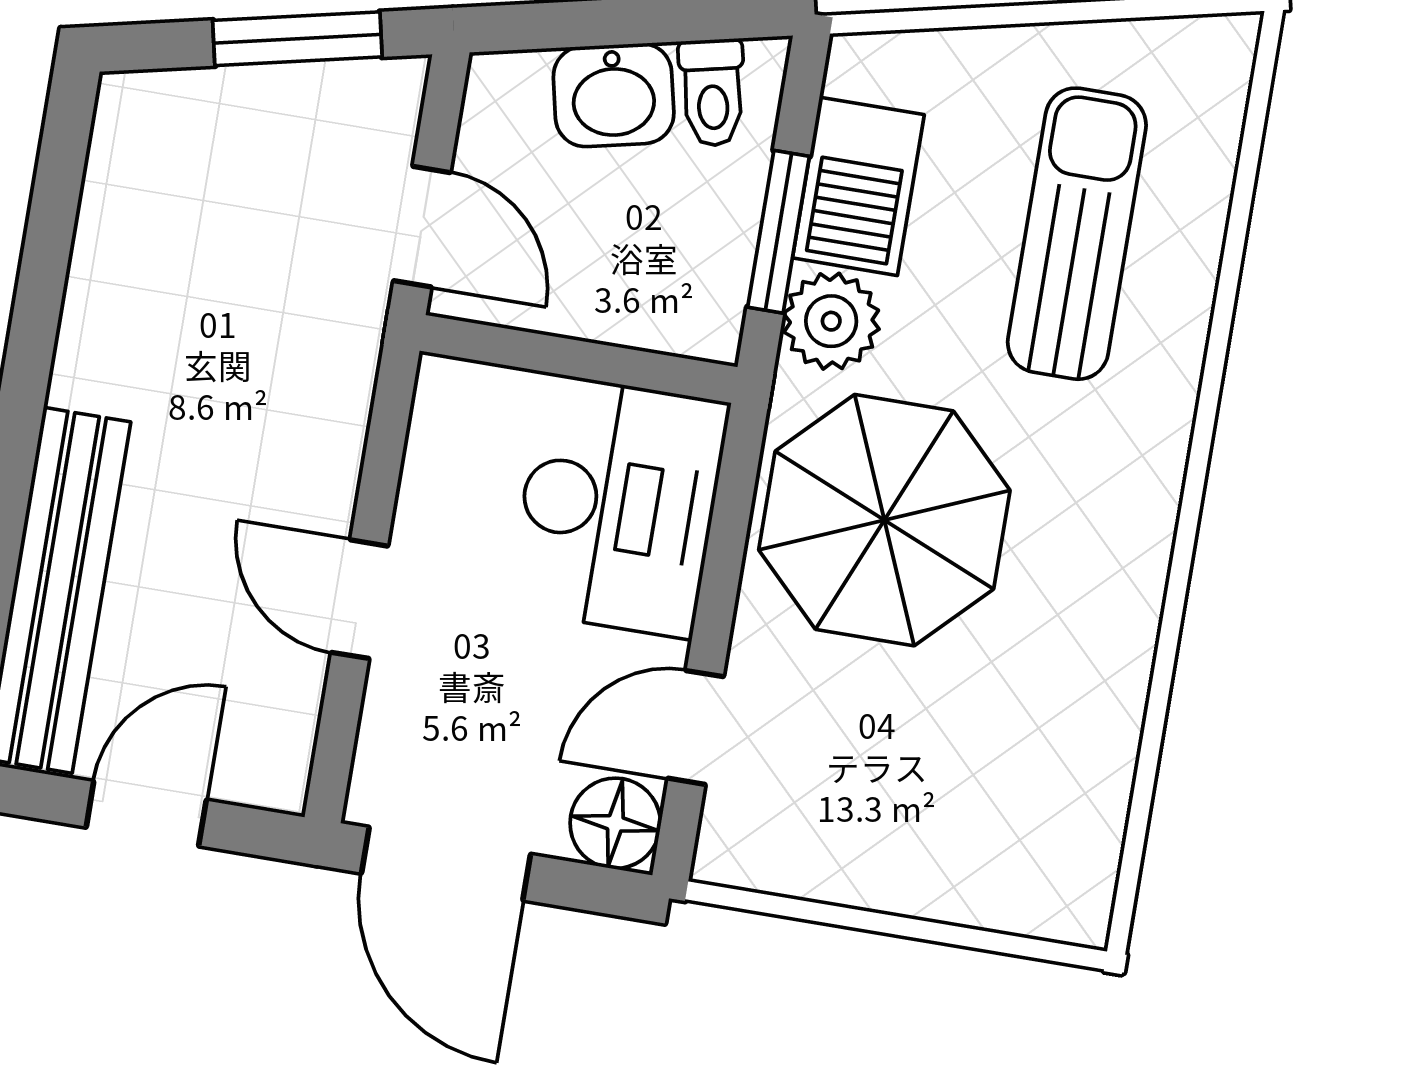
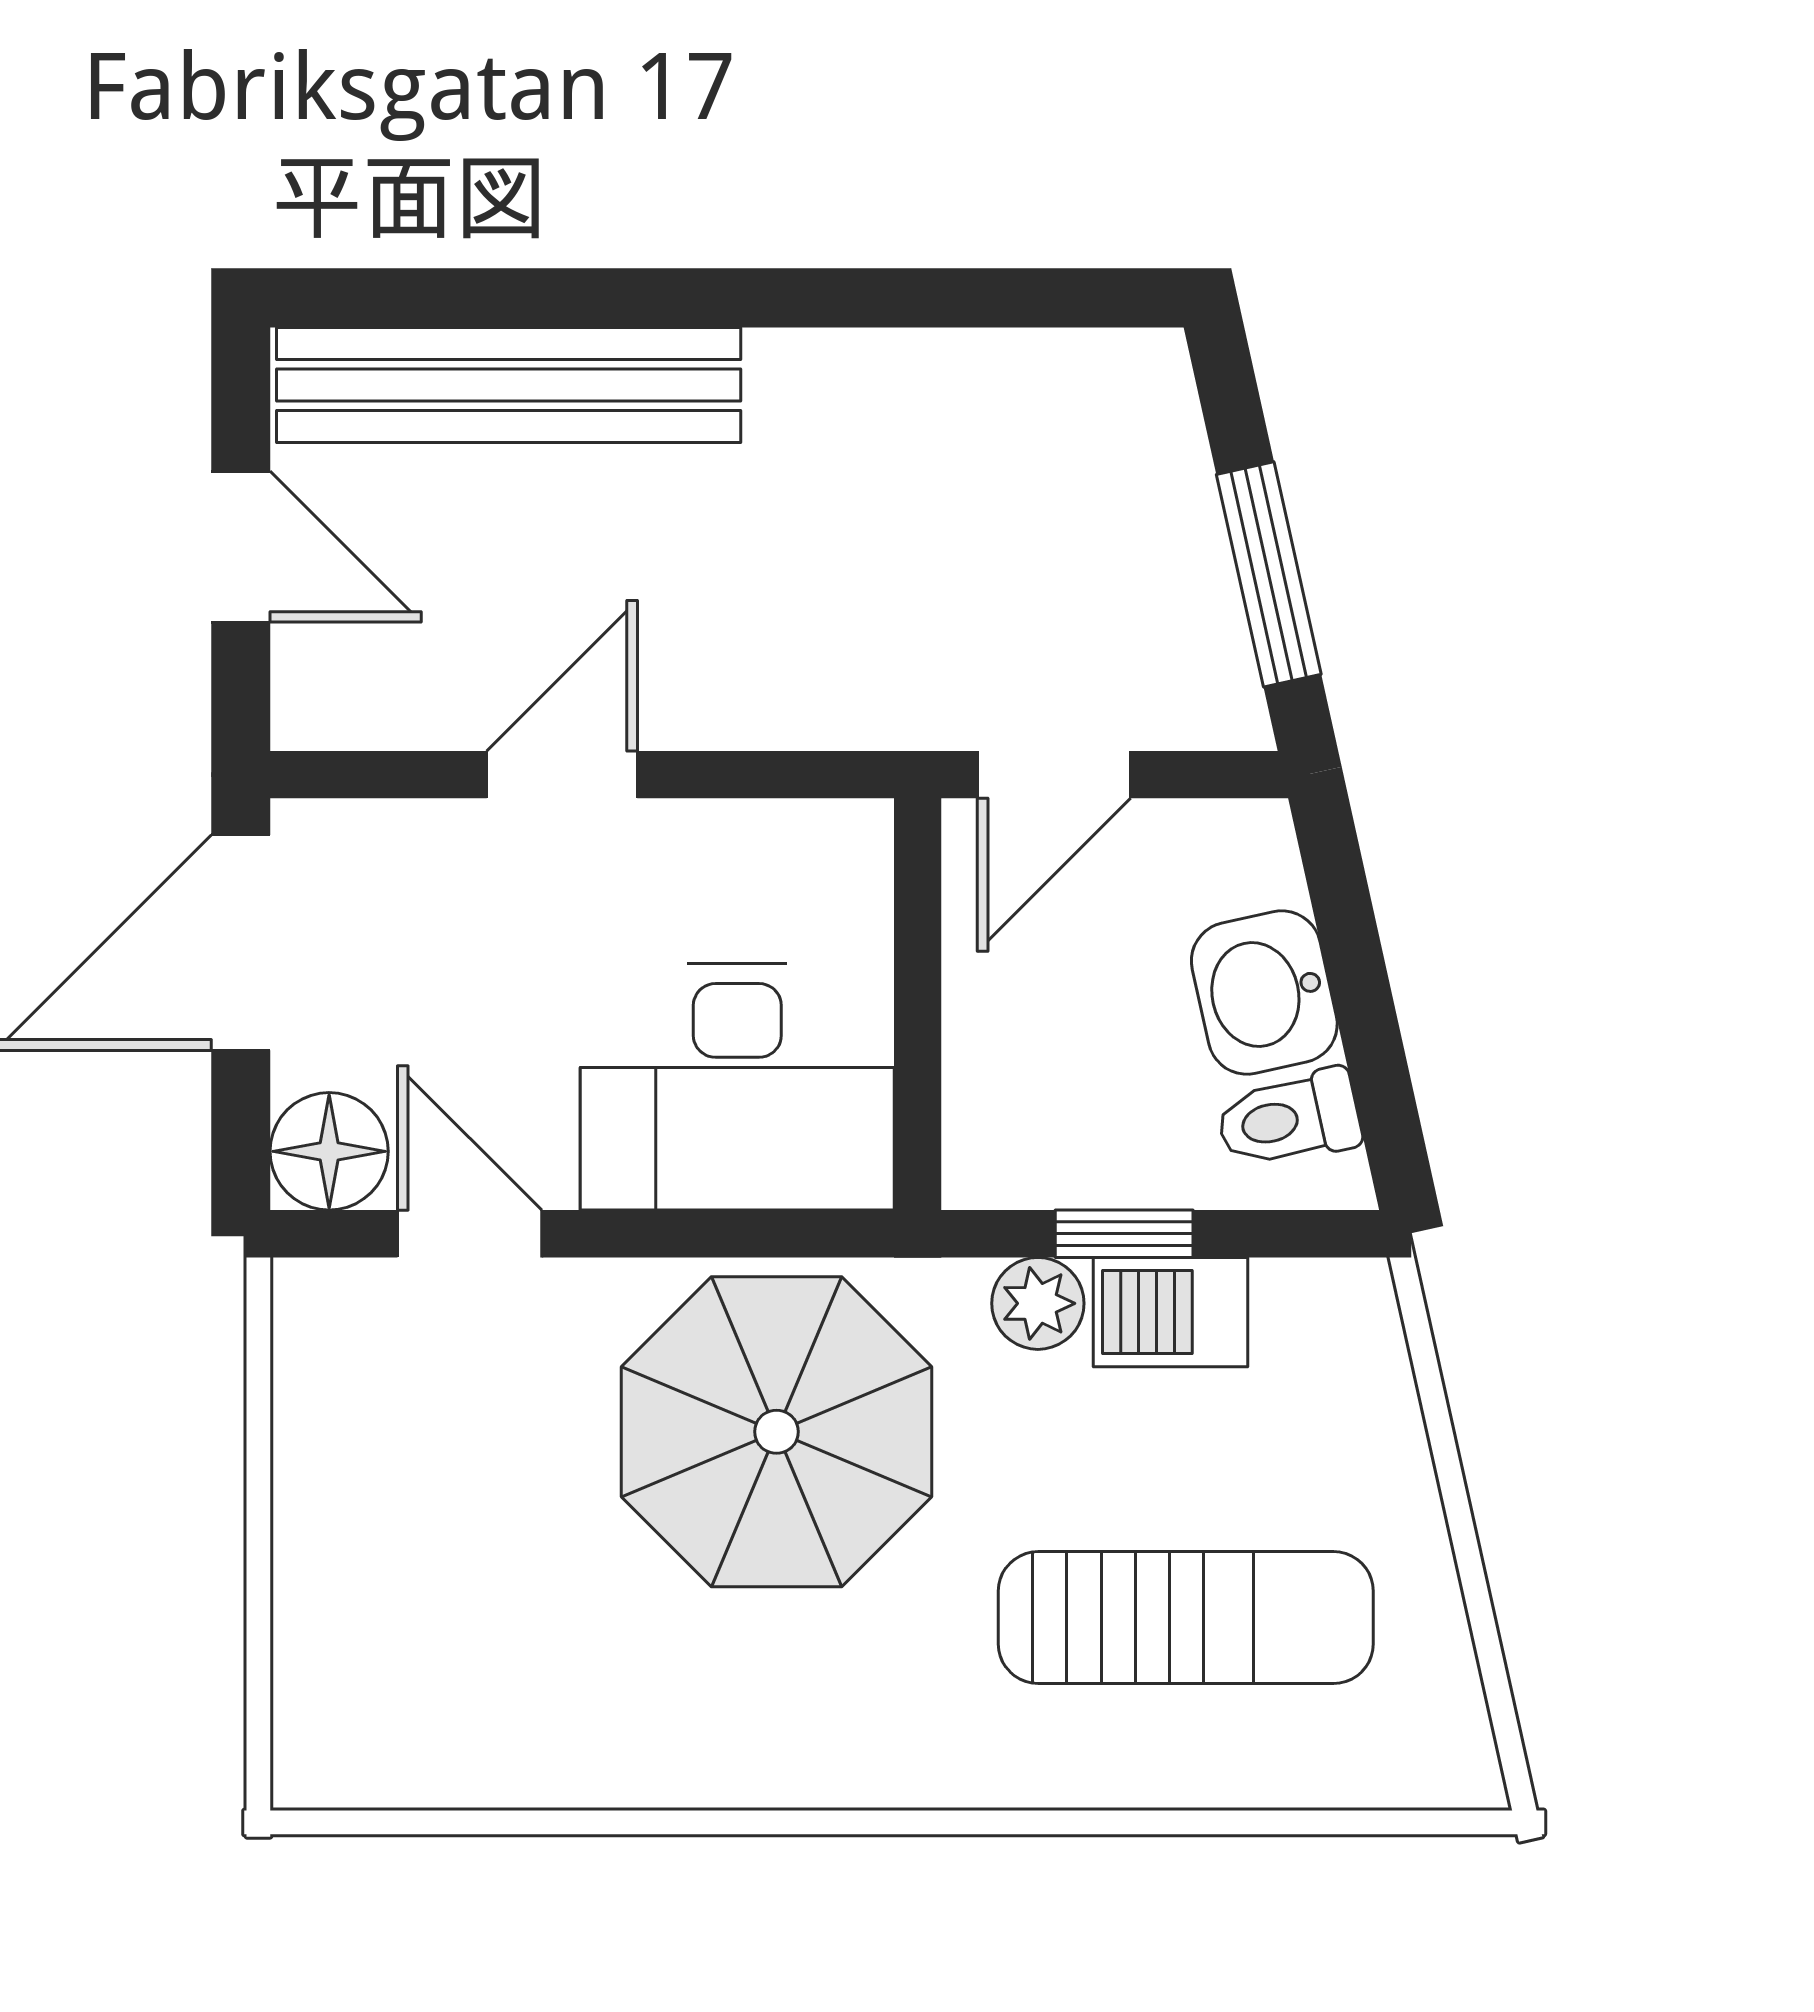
barbecue: (858, 186) -> (1171, 1312), width x0.73, depth x0.79
window: (778, 232) -> (1124, 1234), width x0.67
plant: (831, 321) -> (1038, 1303), width x0.73, depth x0.73

